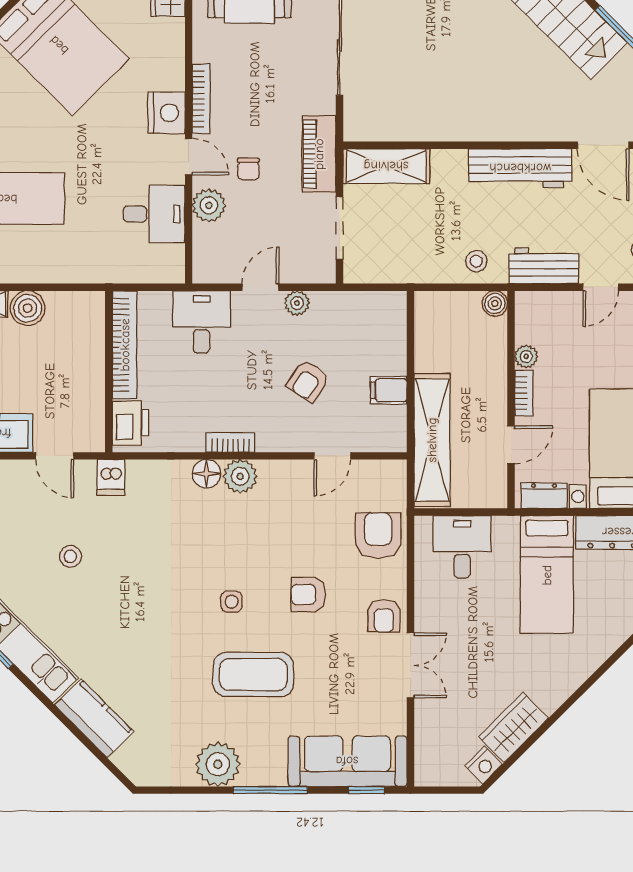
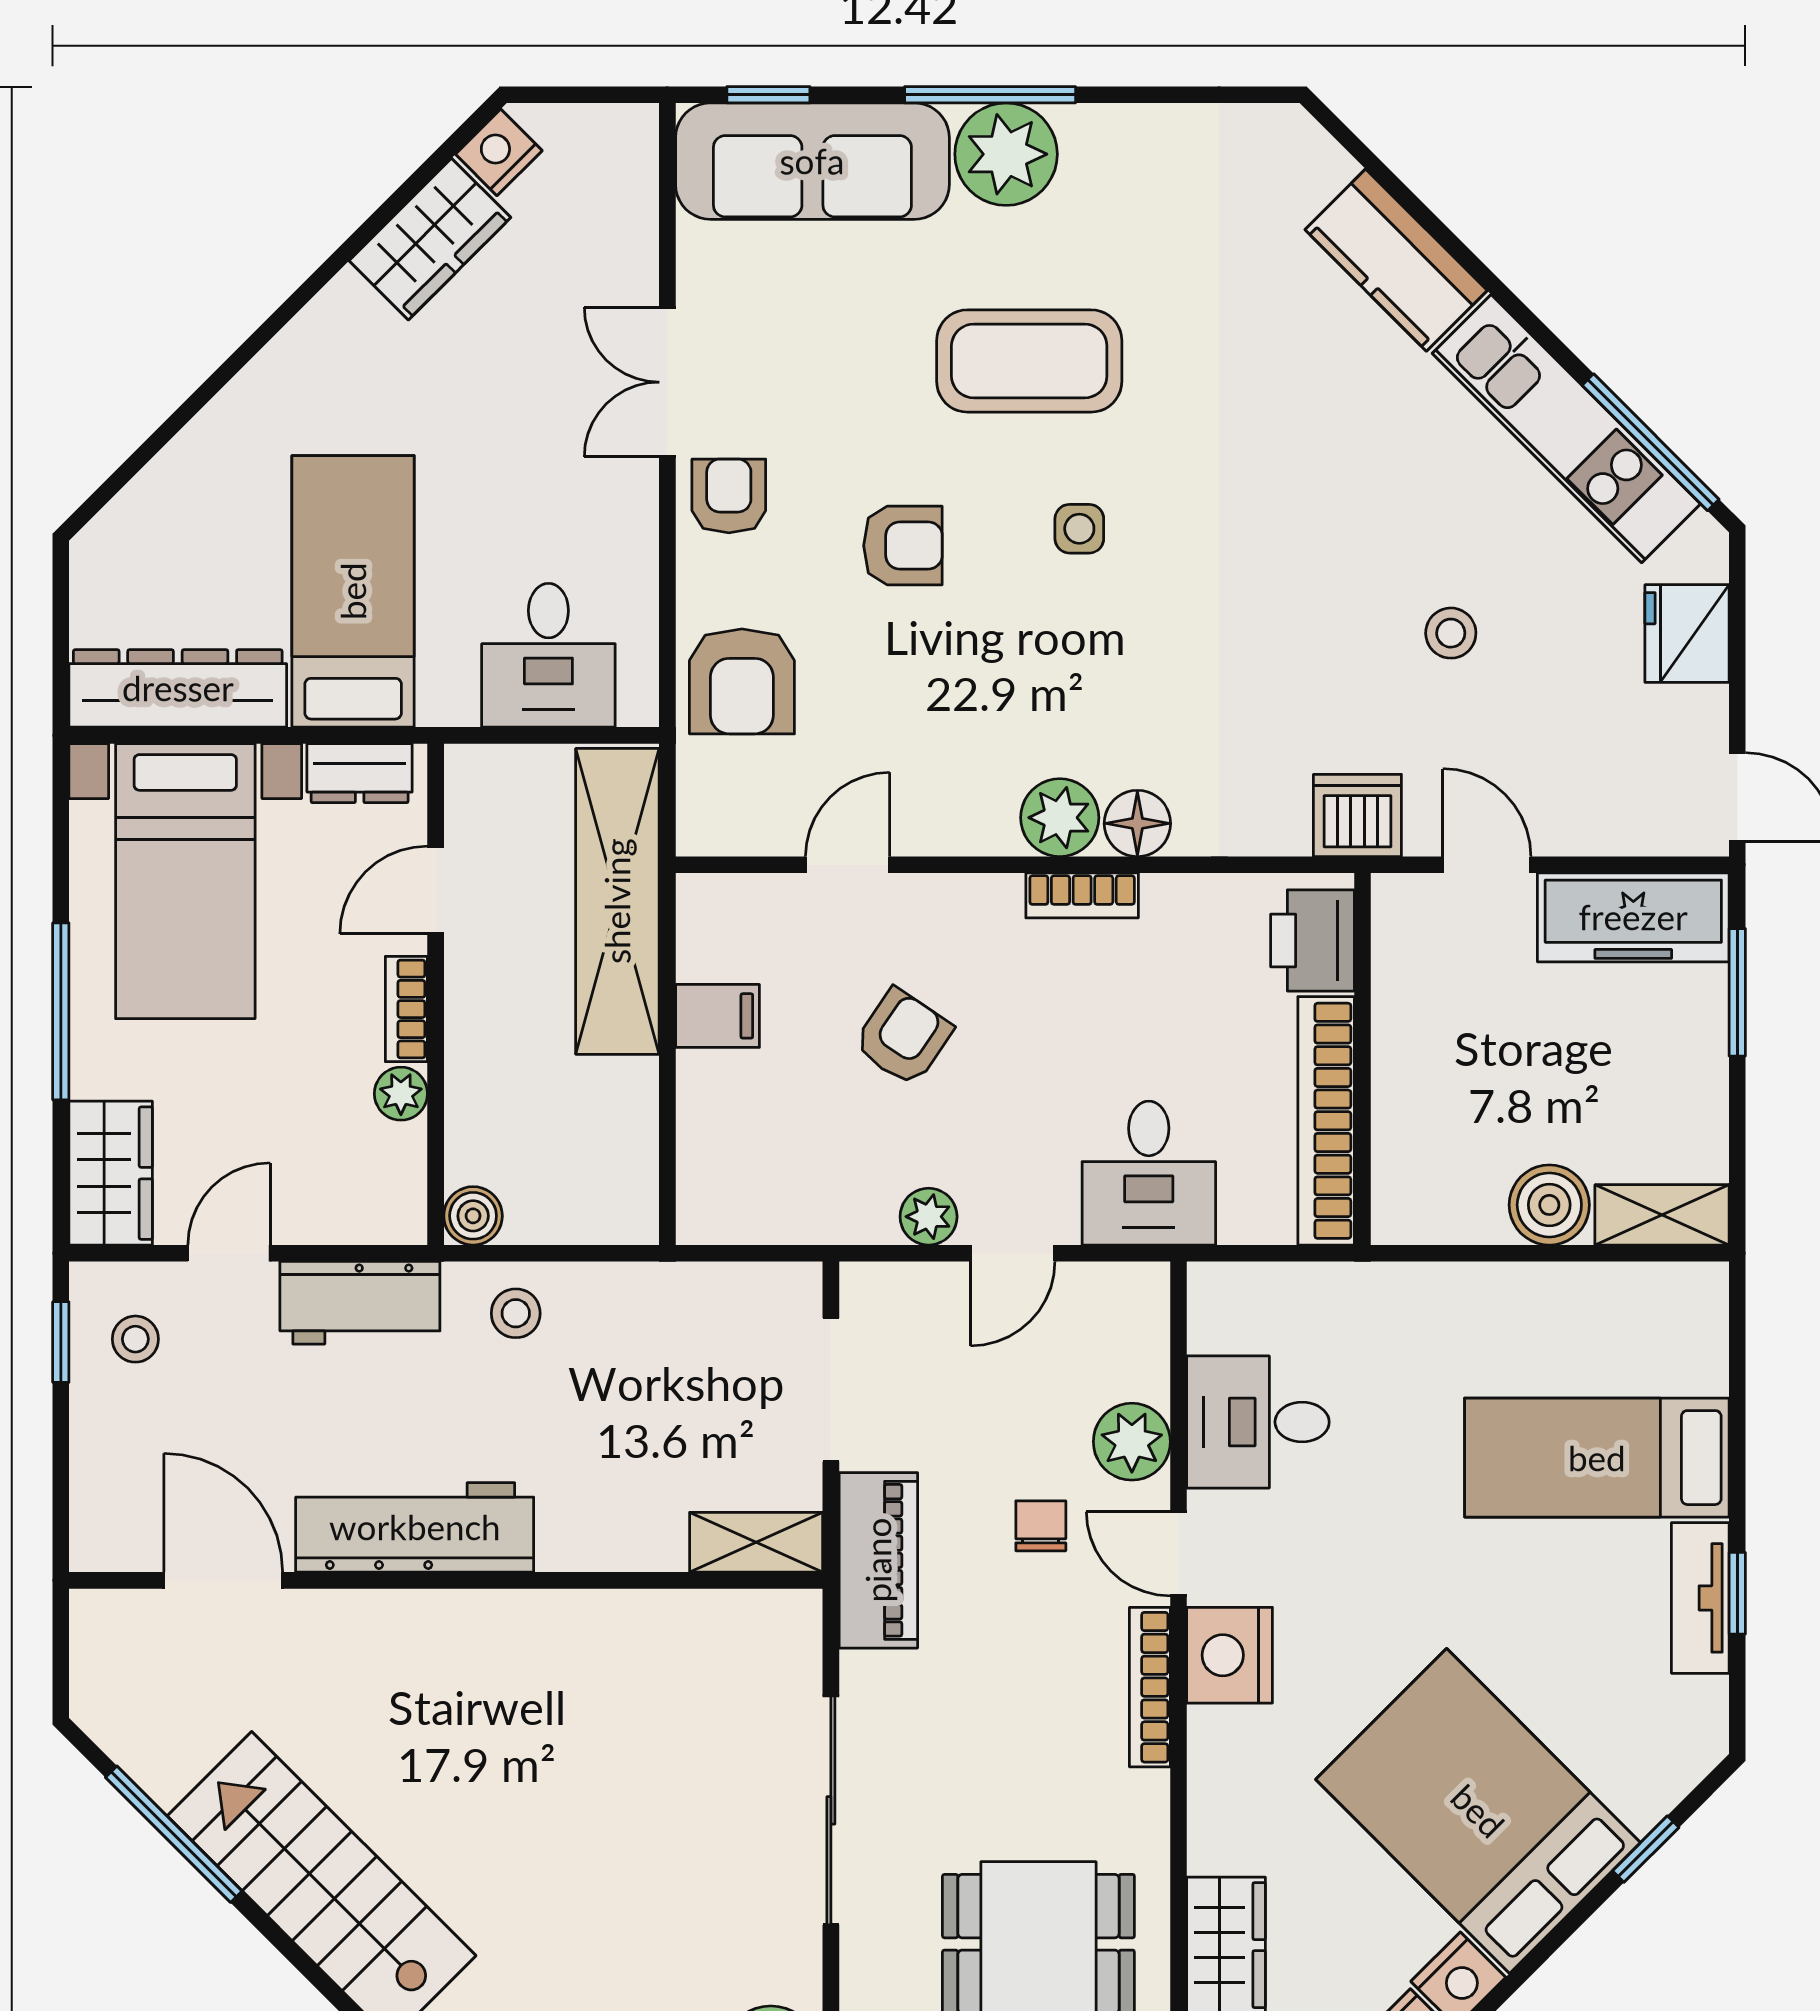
shelving: (386, 166) -> (756, 1542), width x0.67, depth x0.75
dishwasher: (111, 477) -> (1357, 815), width x1.38
plant: (218, 764) -> (1006, 154), moved

